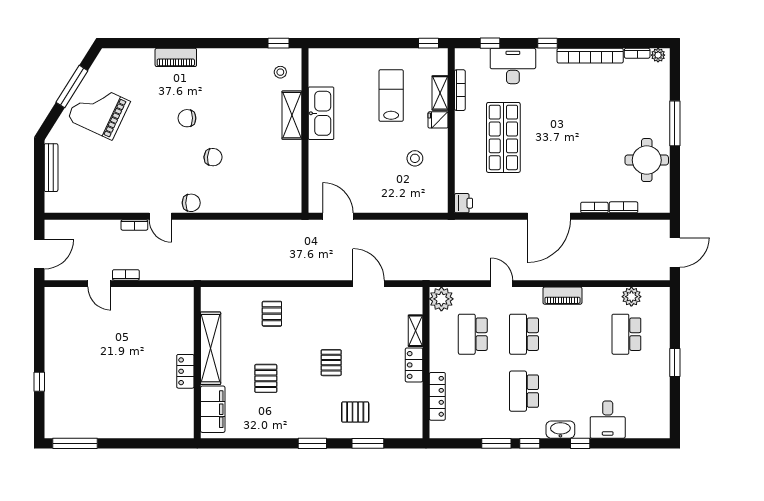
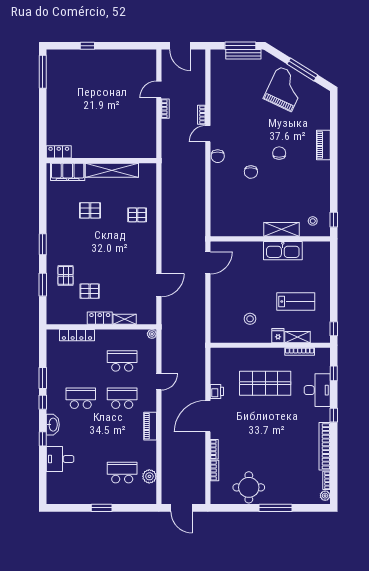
window: (39, 172) -> (240, 46), added
printer: (464, 203) -> (217, 391), moved, turned -90
door: (549, 216) -> (208, 416), hinge flipped
plant: (441, 299) -> (152, 334), width x0.53, depth x0.53
pallet: (331, 363) -> (90, 291), moved
locker: (185, 371) -> (59, 152), moved

